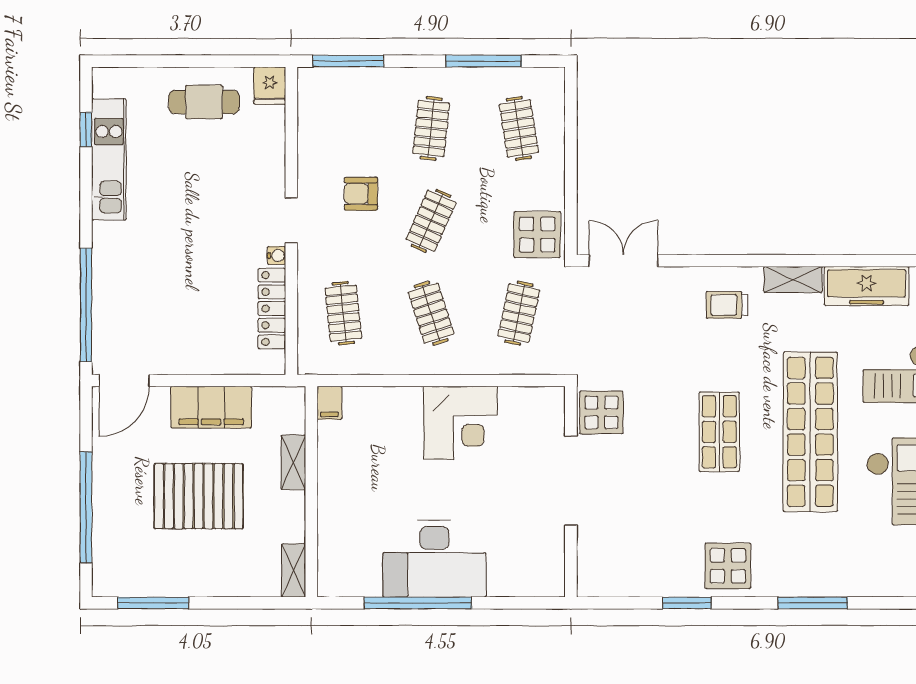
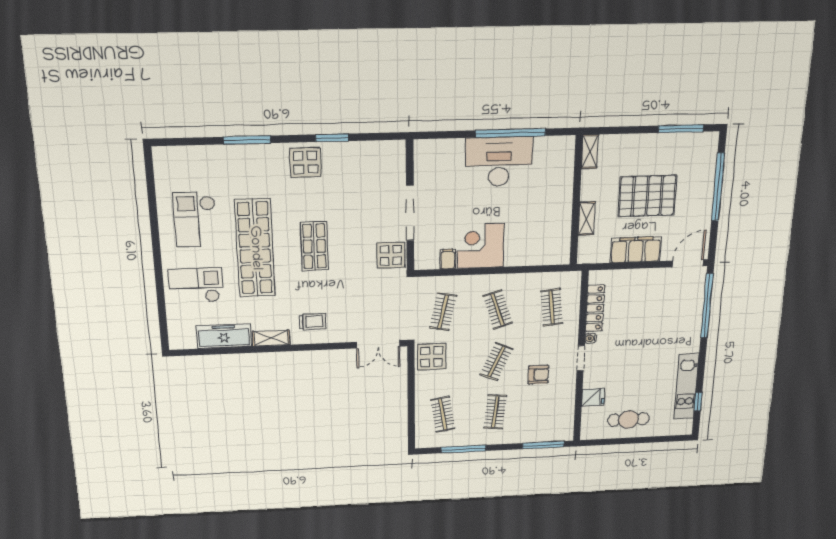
fridge: (270, 86) -> (593, 397), moved, turned 90
filing cabinet: (329, 403) -> (448, 259), moved

